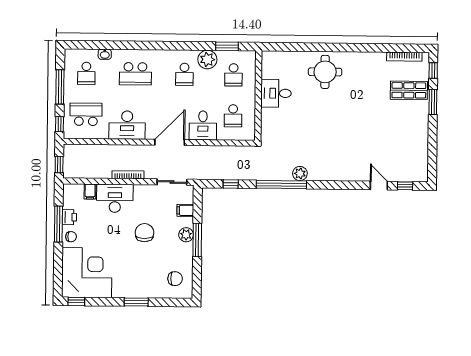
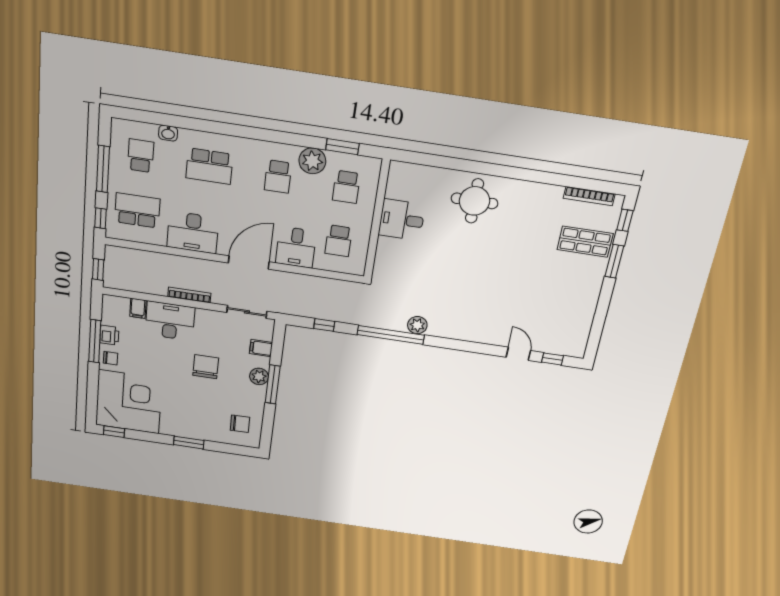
school desk: (86, 73) -> (141, 156), turned 180

